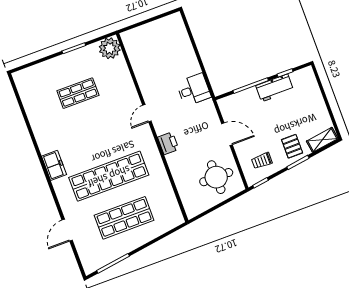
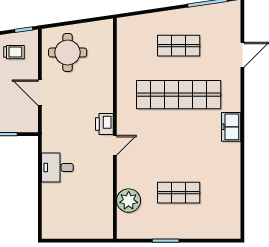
plant: (110, 48) -> (129, 201), moved
desk: (194, 90) -> (57, 167), moved
printer: (168, 143) -> (104, 124), moved
shop shelf: (124, 218) -> (179, 46), width x0.70, depth x0.74

